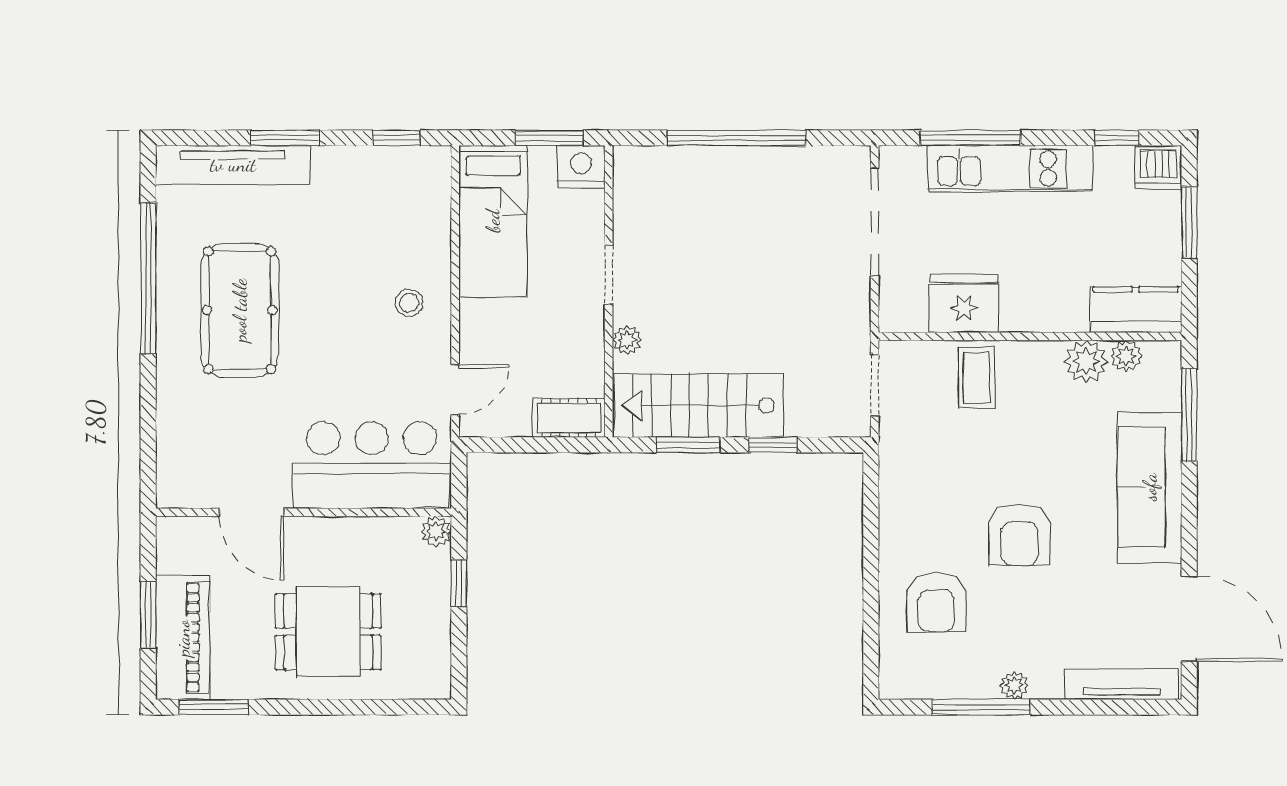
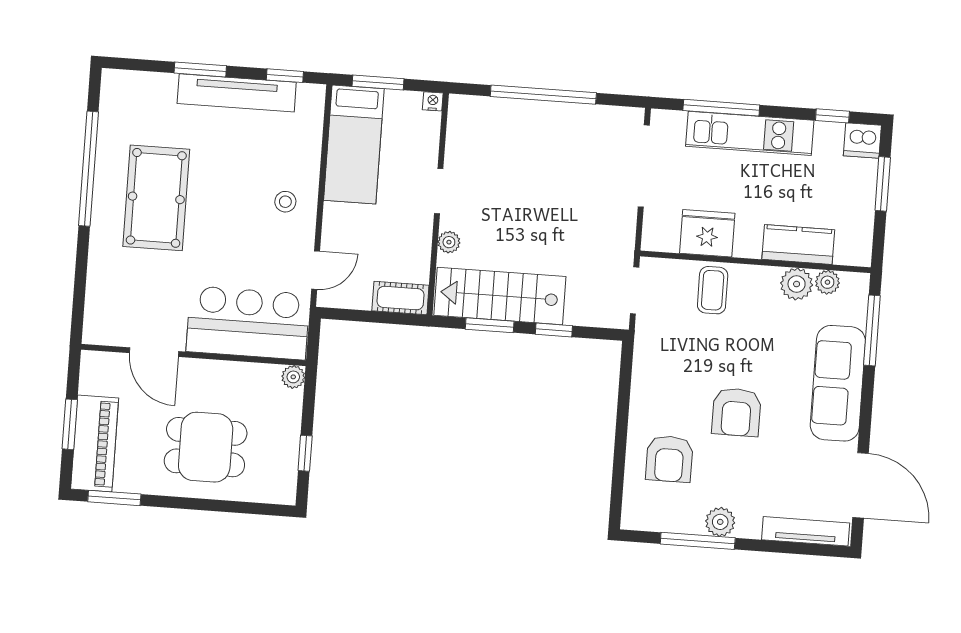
window: (549, 138) -> (378, 82), moved
tv unit: (233, 165) -> (237, 93), moved
nightstand: (581, 167) -> (433, 101), width x0.53, depth x0.56
kitchen counter: (1136, 310) -> (798, 245), moved
window: (459, 583) -> (305, 453), moved
plant: (1014, 685) -> (720, 522), width x1.38, depth x1.38

